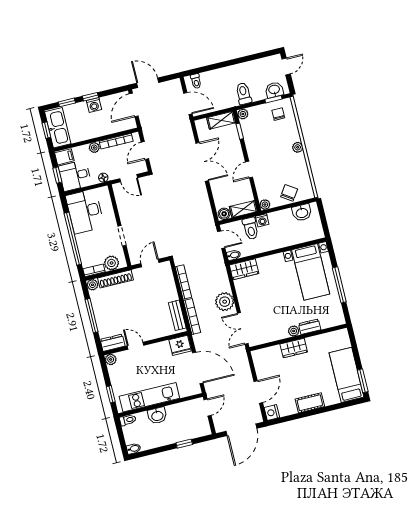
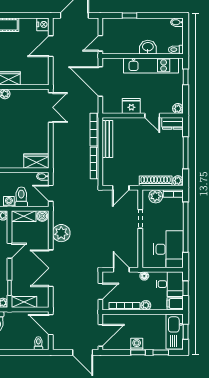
plant: (225, 302) -> (61, 233), moved
bench: (177, 315) -> (107, 139), width x1.36
fridge: (180, 345) -> (131, 106), moved

